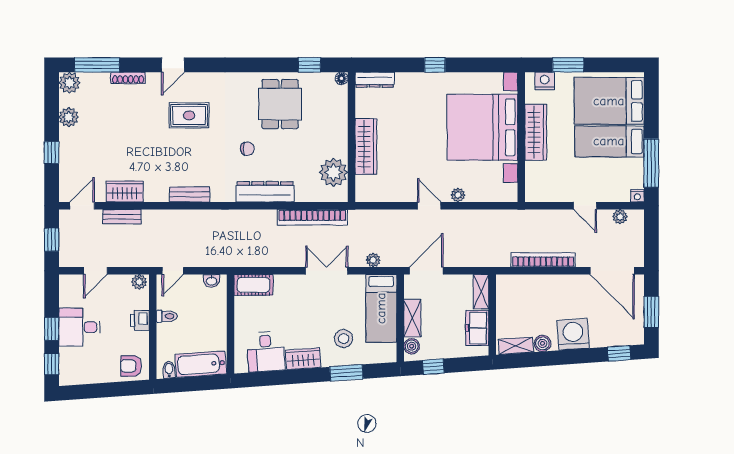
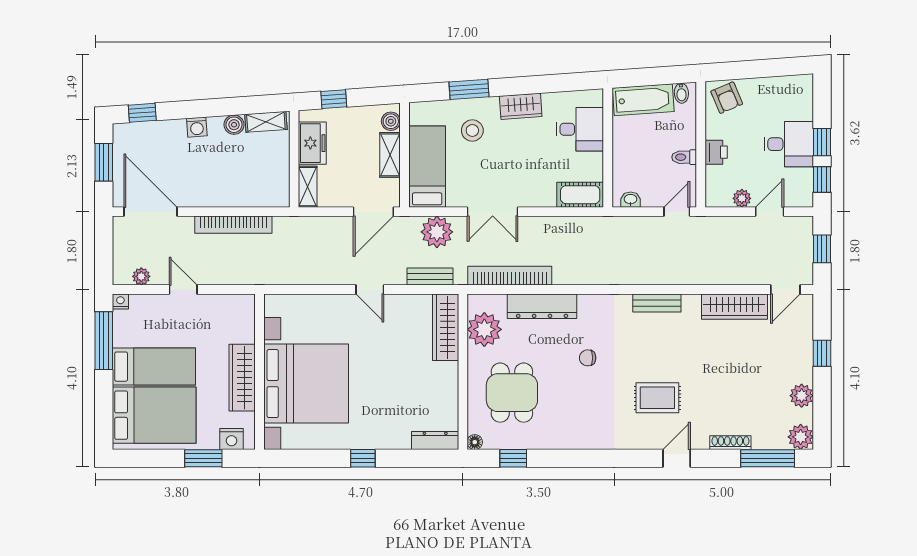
dining table: (280, 104) -> (512, 393), moved
wardrobe: (366, 146) -> (446, 327), moved
wardrobe: (125, 191) -> (734, 307), width x1.50
dresser: (265, 192) -> (542, 306), moved
plant: (458, 195) -> (335, 302), removed
bench: (122, 217) -> (430, 276), moved
plant: (373, 260) -> (437, 232), width x1.88, depth x1.88
plant: (139, 282) -> (742, 198), moved
washing machine: (573, 334) -> (197, 127), width x0.53, depth x0.53
desk: (266, 352) -> (580, 129), moved, turned 94
window: (52, 364) -> (822, 180), moved
armchair: (131, 366) -> (727, 98), turned 67
window: (433, 367) -> (334, 99), moved

